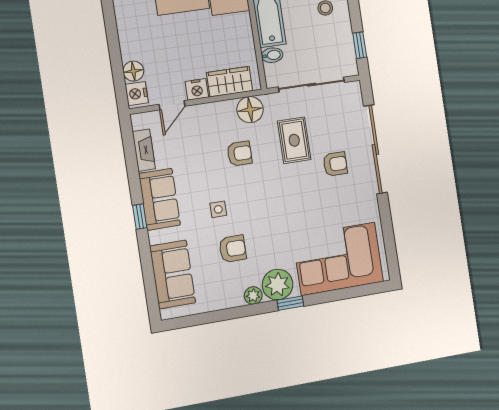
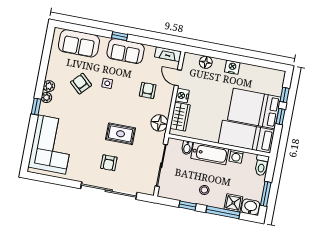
window: (360, 45) -> (187, 206), moved
nightstand: (137, 94) -> (232, 67), moved
rug: (294, 140) -> (121, 134), moved
fireplace: (144, 150) -> (168, 54), moved
armchair: (240, 154) -> (148, 90), moved, turned 180
armchair: (233, 249) -> (81, 84), turned 133
plant: (278, 285) -> (46, 97), width x0.53, depth x0.53

